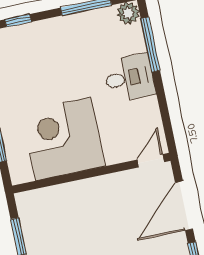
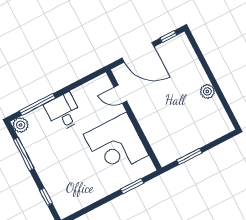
door: (151, 161) -> (120, 94), moved

